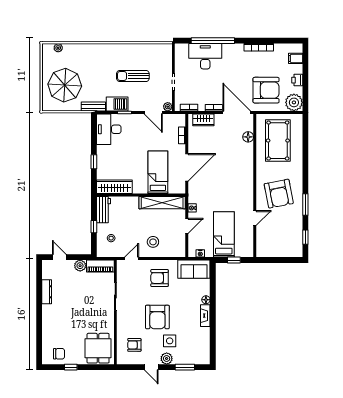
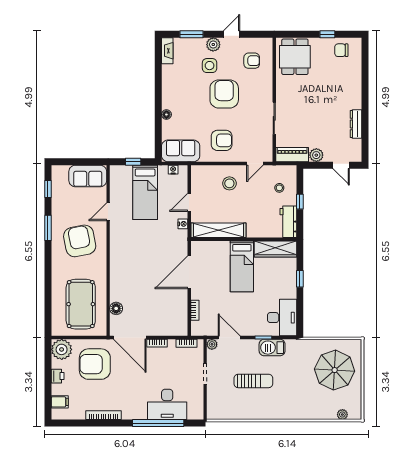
bench: (93, 106) -> (300, 345), removed
wardrobe: (203, 120) -> (169, 329), removed
bed: (158, 172) -> (242, 266), moved
sofa: (272, 248) -> (88, 176), added
fireplace: (205, 316) -> (167, 51), moved
door: (151, 367) -> (232, 34), hinge flipped

